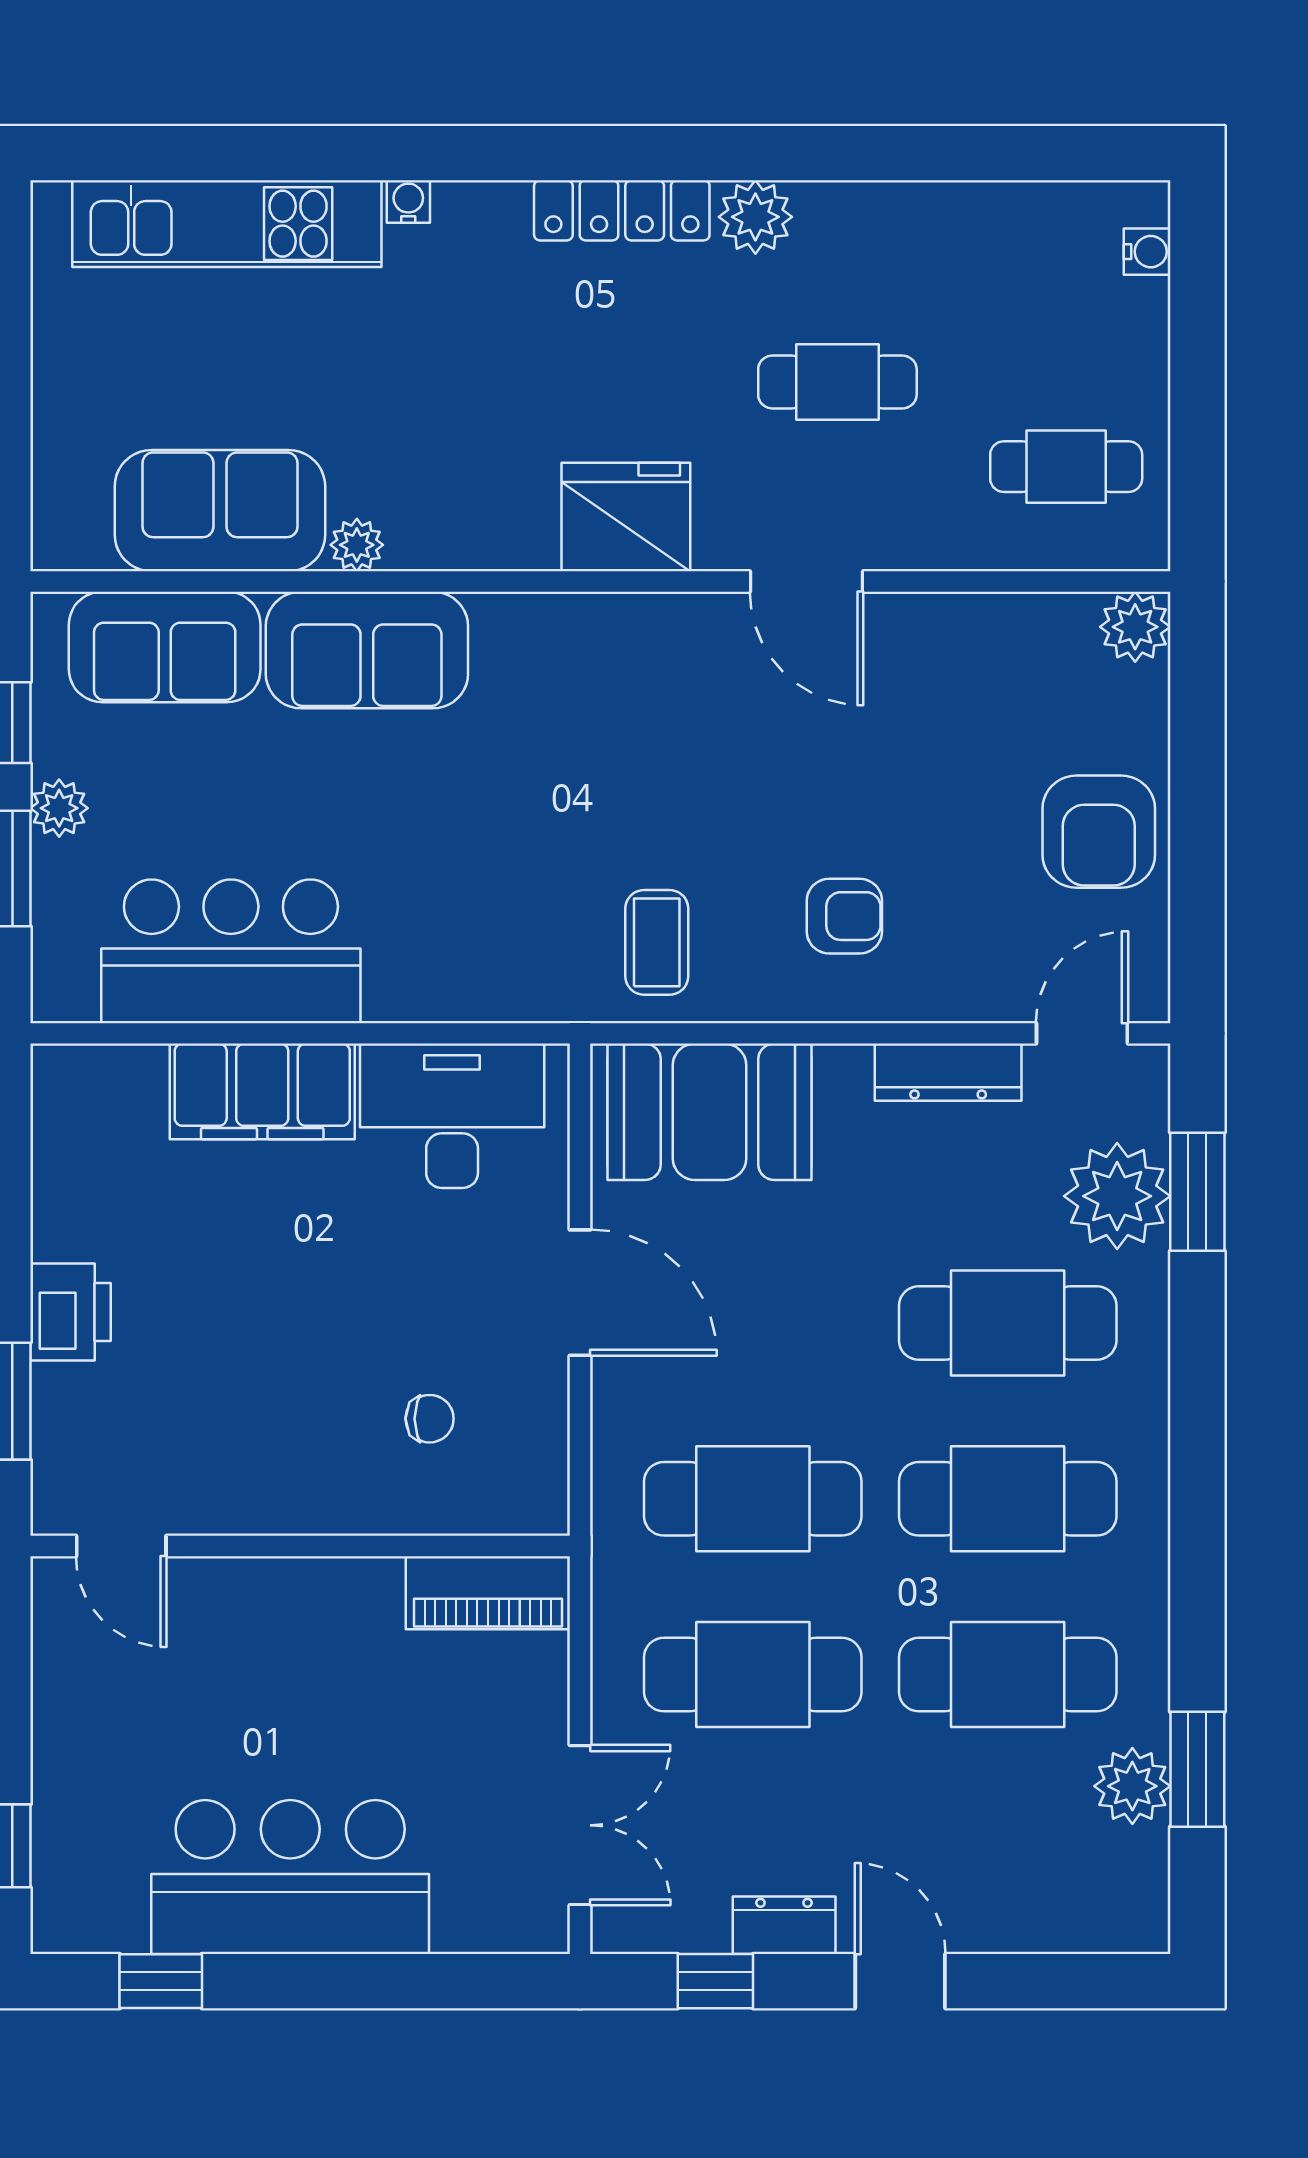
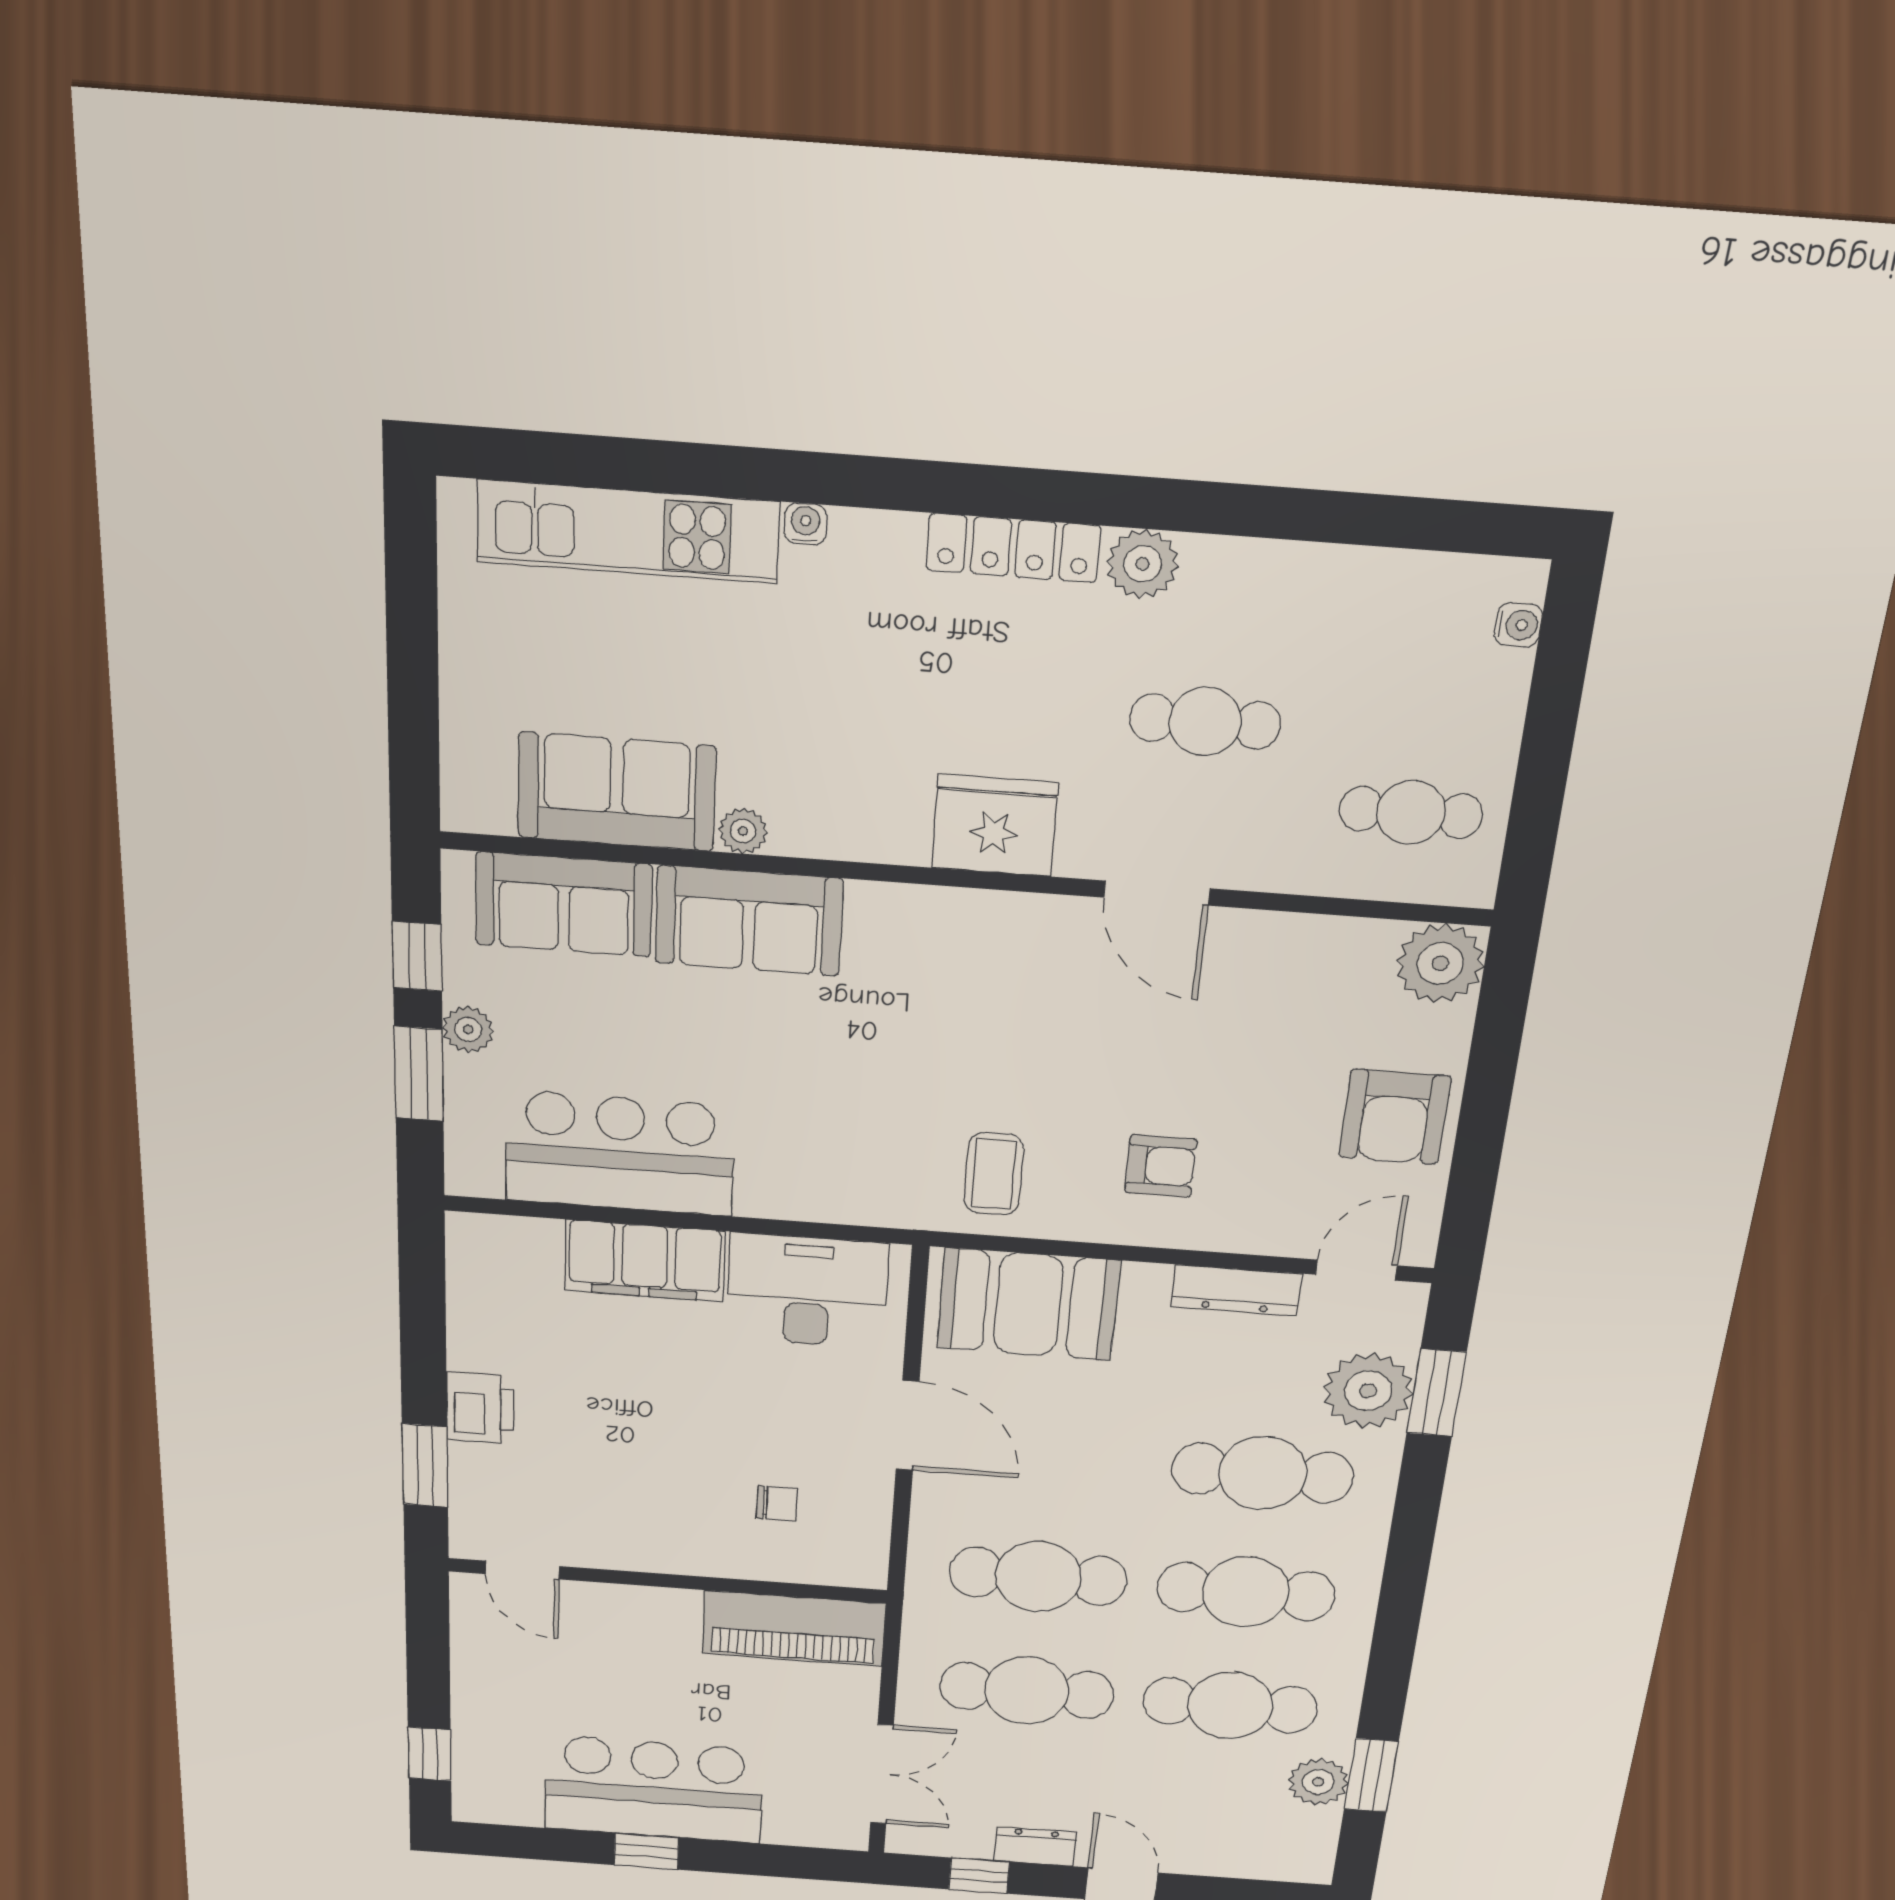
plant: (1135, 627) -> (1440, 963), width x1.36, depth x1.36
piano: (488, 1593) -> (794, 1628), width x1.37, depth x1.33
window: (161, 1981) -> (646, 1851), moved

